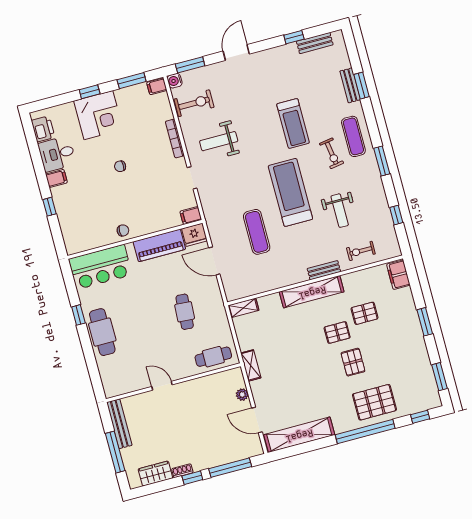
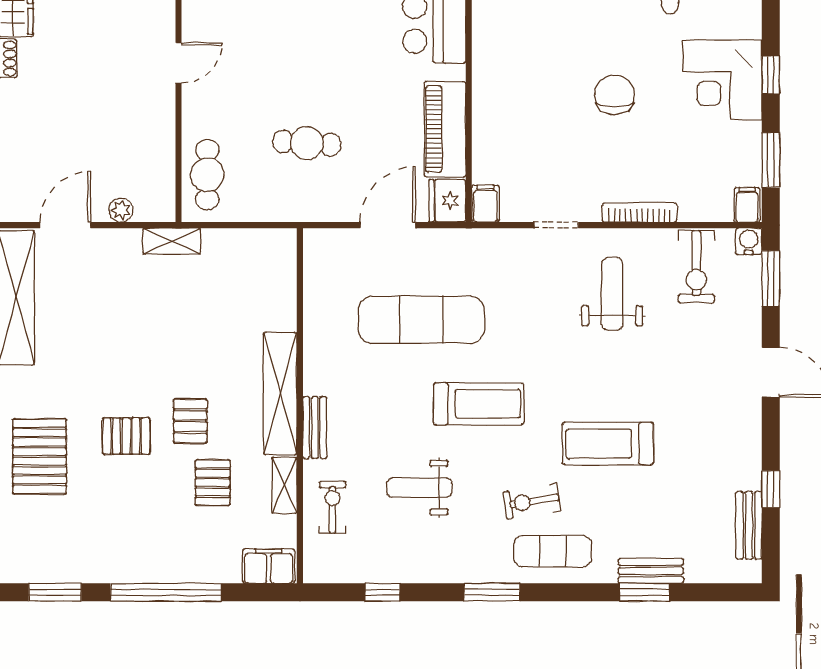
chair: (120, 166) -> (615, 95), width x1.87, depth x1.87
treadmill: (290, 192) -> (479, 404), width x0.73, depth x0.73
chair: (123, 230) -> (492, 68), removed
exercise mat: (257, 232) -> (421, 320), width x1.36, depth x1.45
shelving: (243, 308) -> (284, 485), moved
window: (425, 322) -> (166, 592), width x2.11

